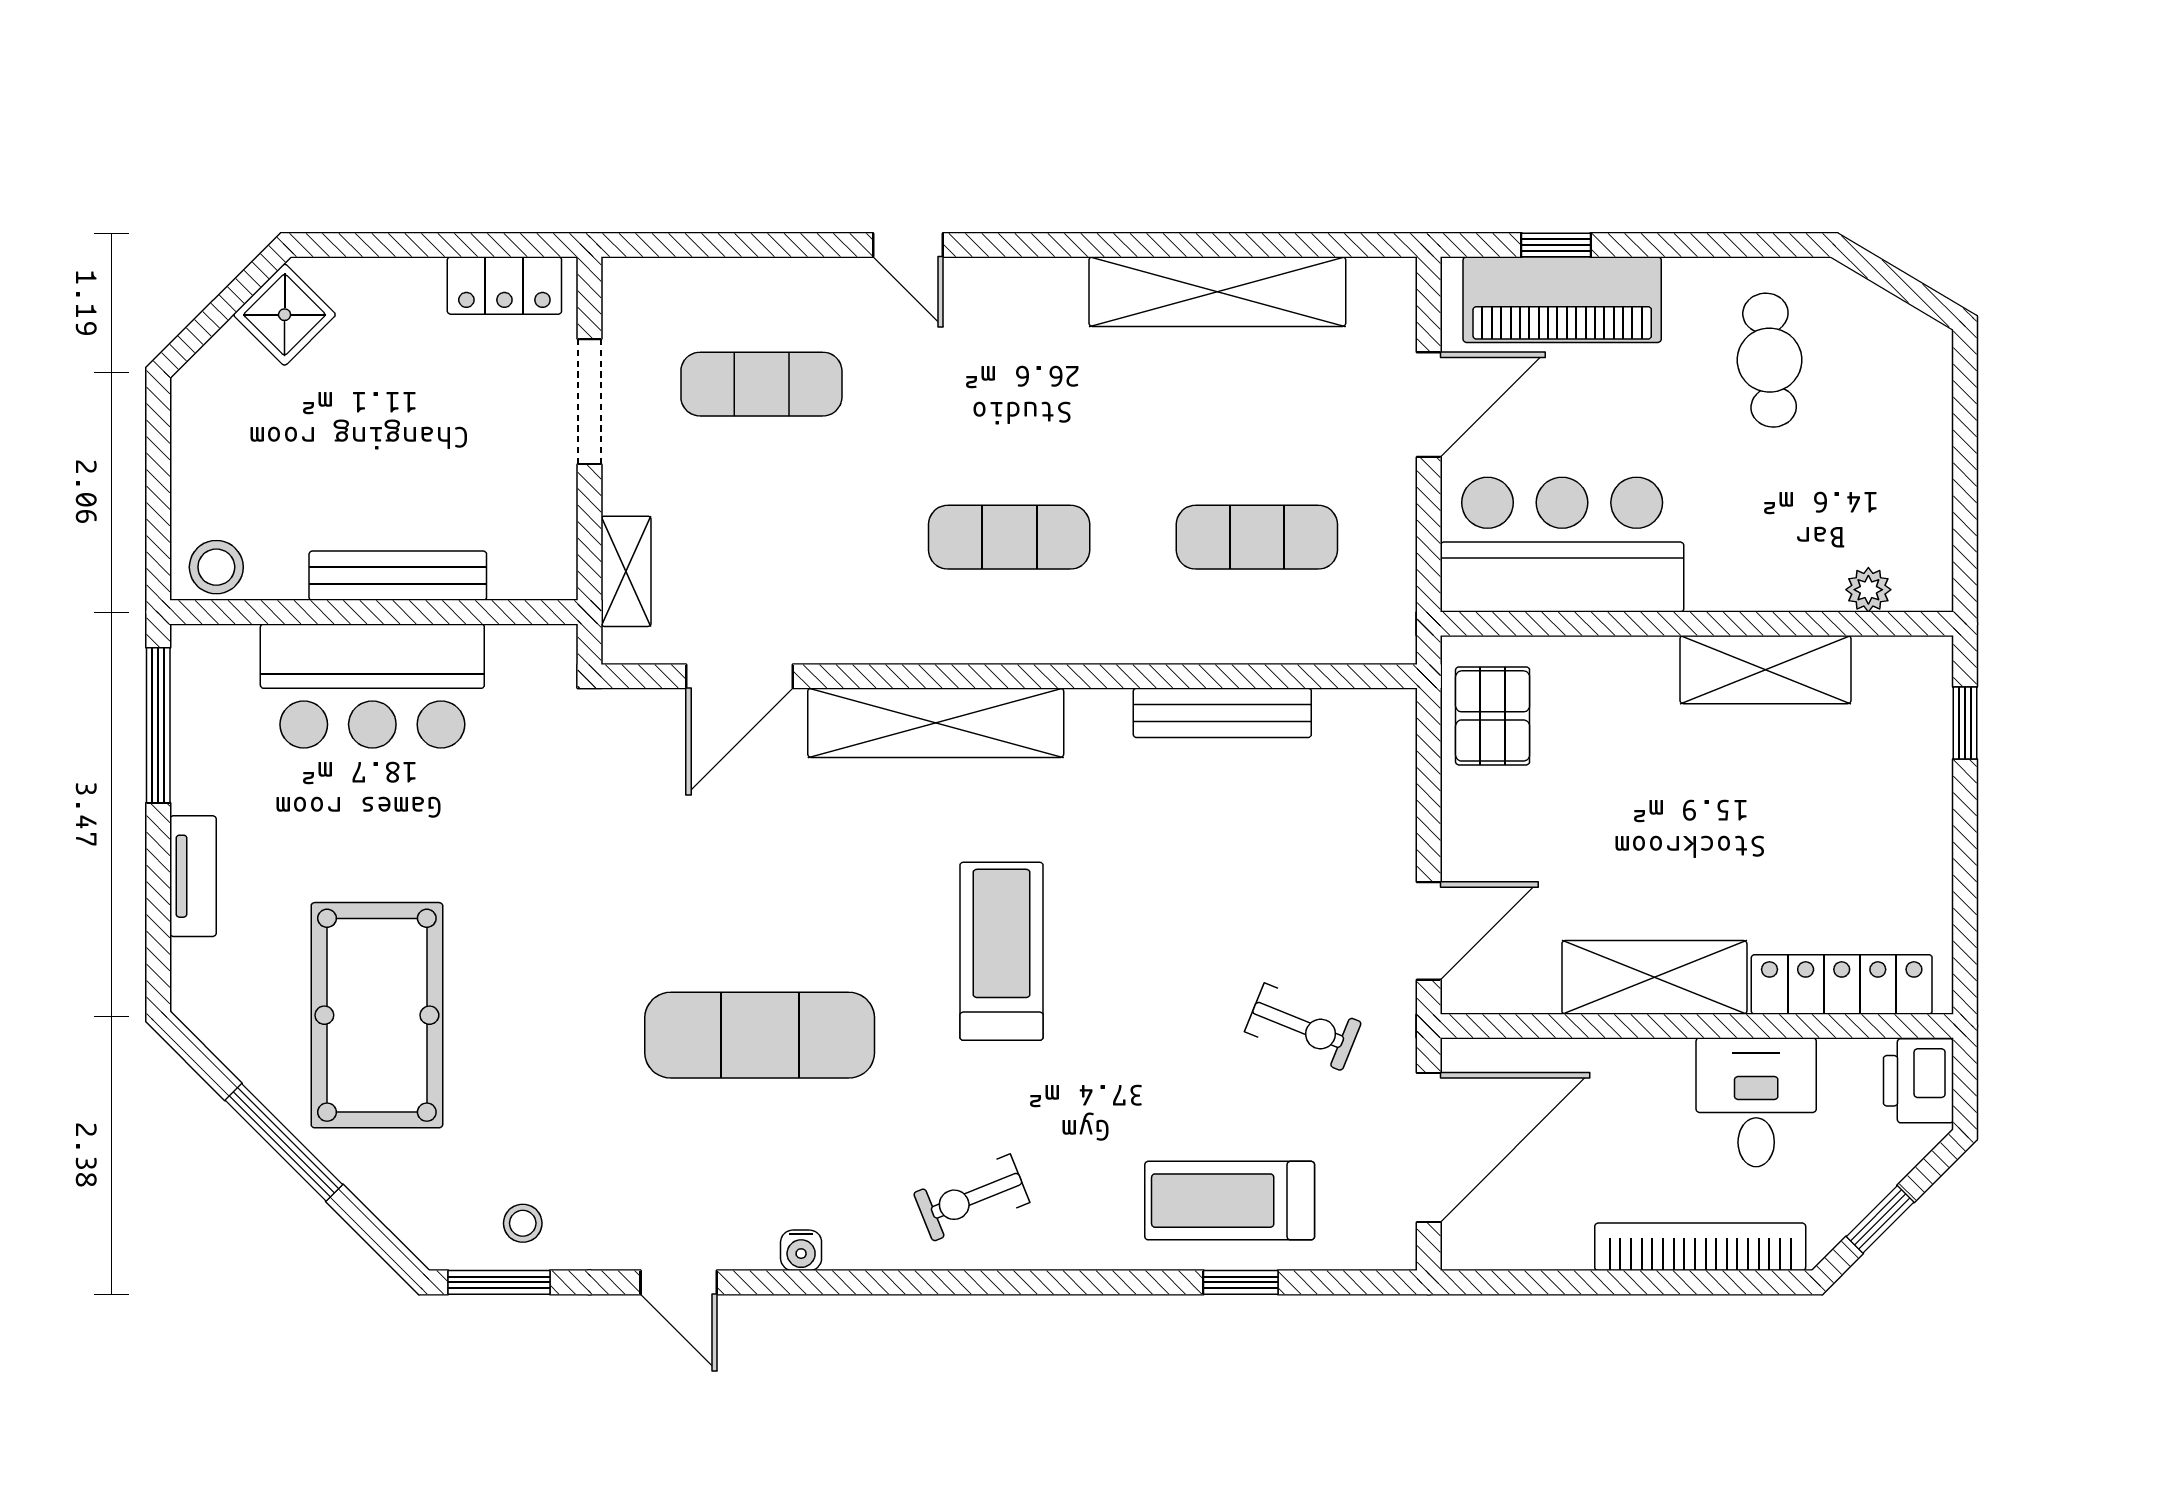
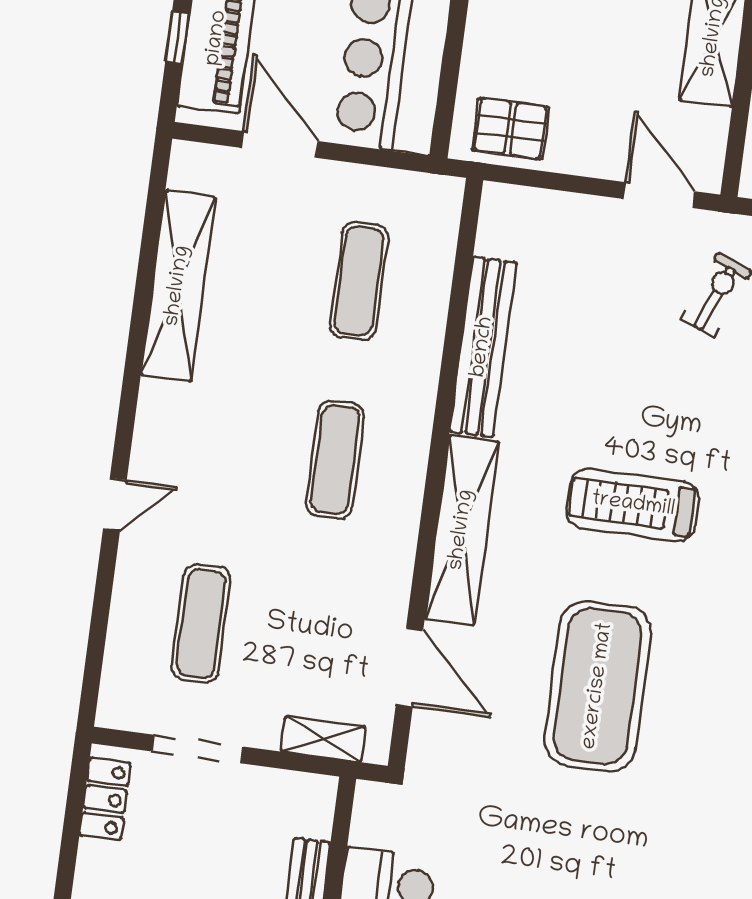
bench: (1222, 713) -> (483, 347), width x1.37, depth x1.21
exercise mat: (760, 1035) -> (598, 686), moved, width x1.47

